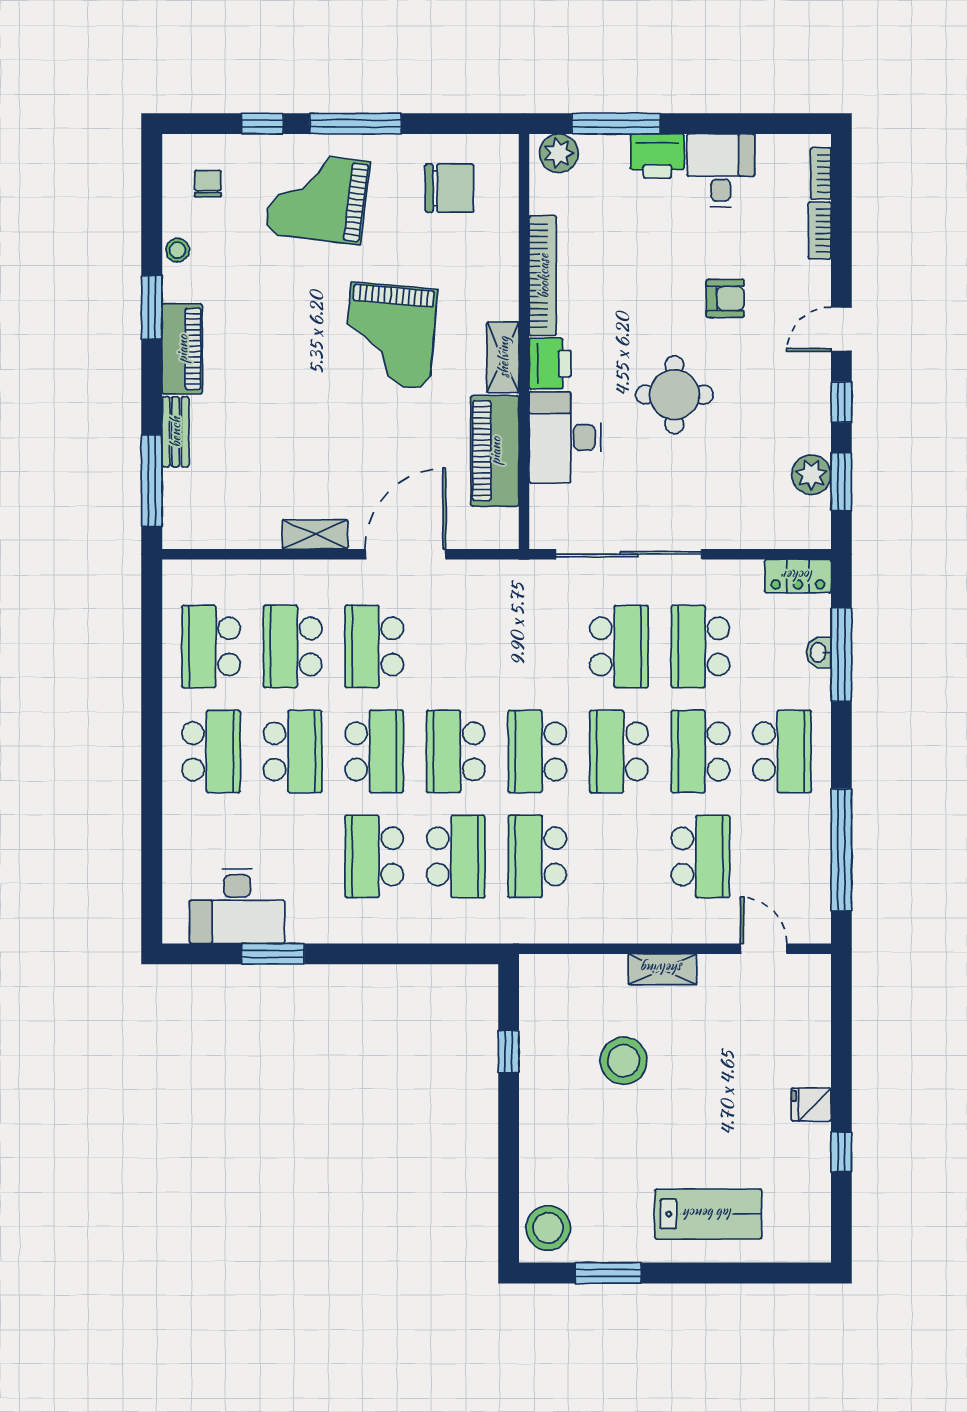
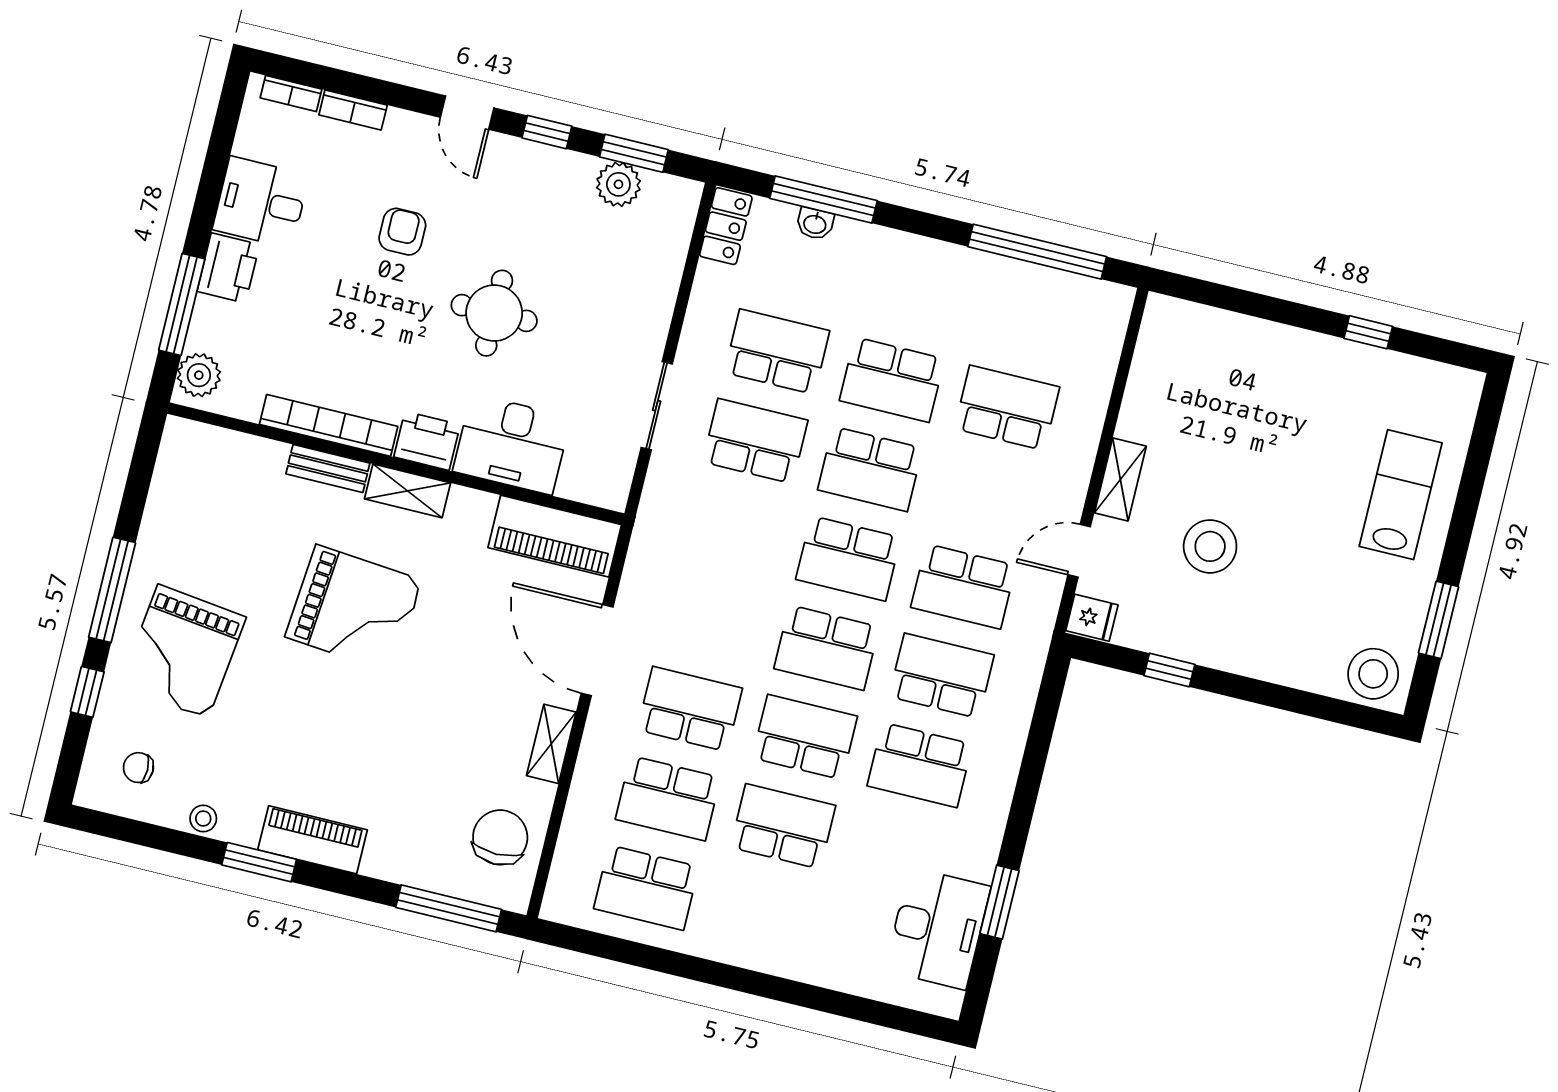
chair: (450, 188) -> (500, 837), moved
bench: (175, 432) -> (328, 468), moved
piano: (495, 451) -> (555, 536), moved
sliding door: (629, 554) -> (657, 406), width x0.54
school desk: (374, 646) -> (690, 709), turned 180
school desk: (700, 646) -> (777, 352), turned 180
school desk: (211, 751) -> (761, 916), removed
school desk: (782, 751) -> (914, 290), removed
door: (764, 949) -> (1079, 551), moved
fridge: (811, 1105) -> (1092, 618), moved, turned -90

